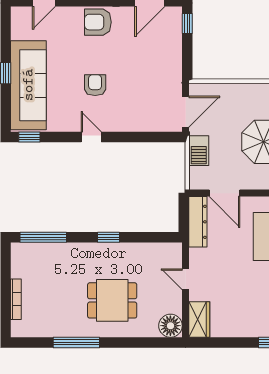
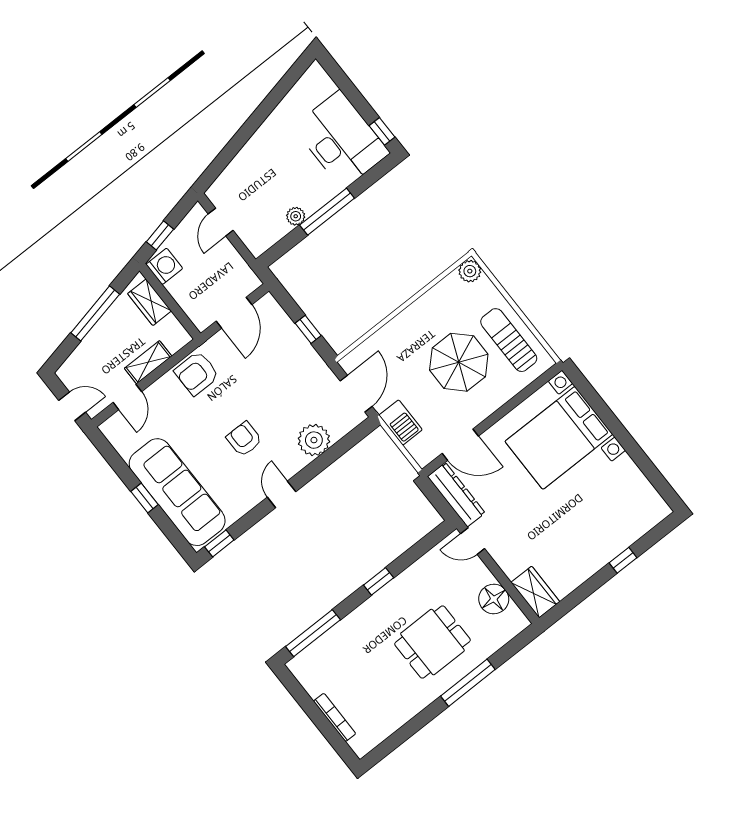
window: (187, 23) -> (308, 329), moved
plant: (137, 120) -> (314, 440), added
door: (91, 137) -> (282, 494), hinge flipped
door: (186, 279) -> (473, 541), moved
floor lamp: (170, 326) -> (494, 599), moved
window: (76, 342) -> (468, 683), moved

